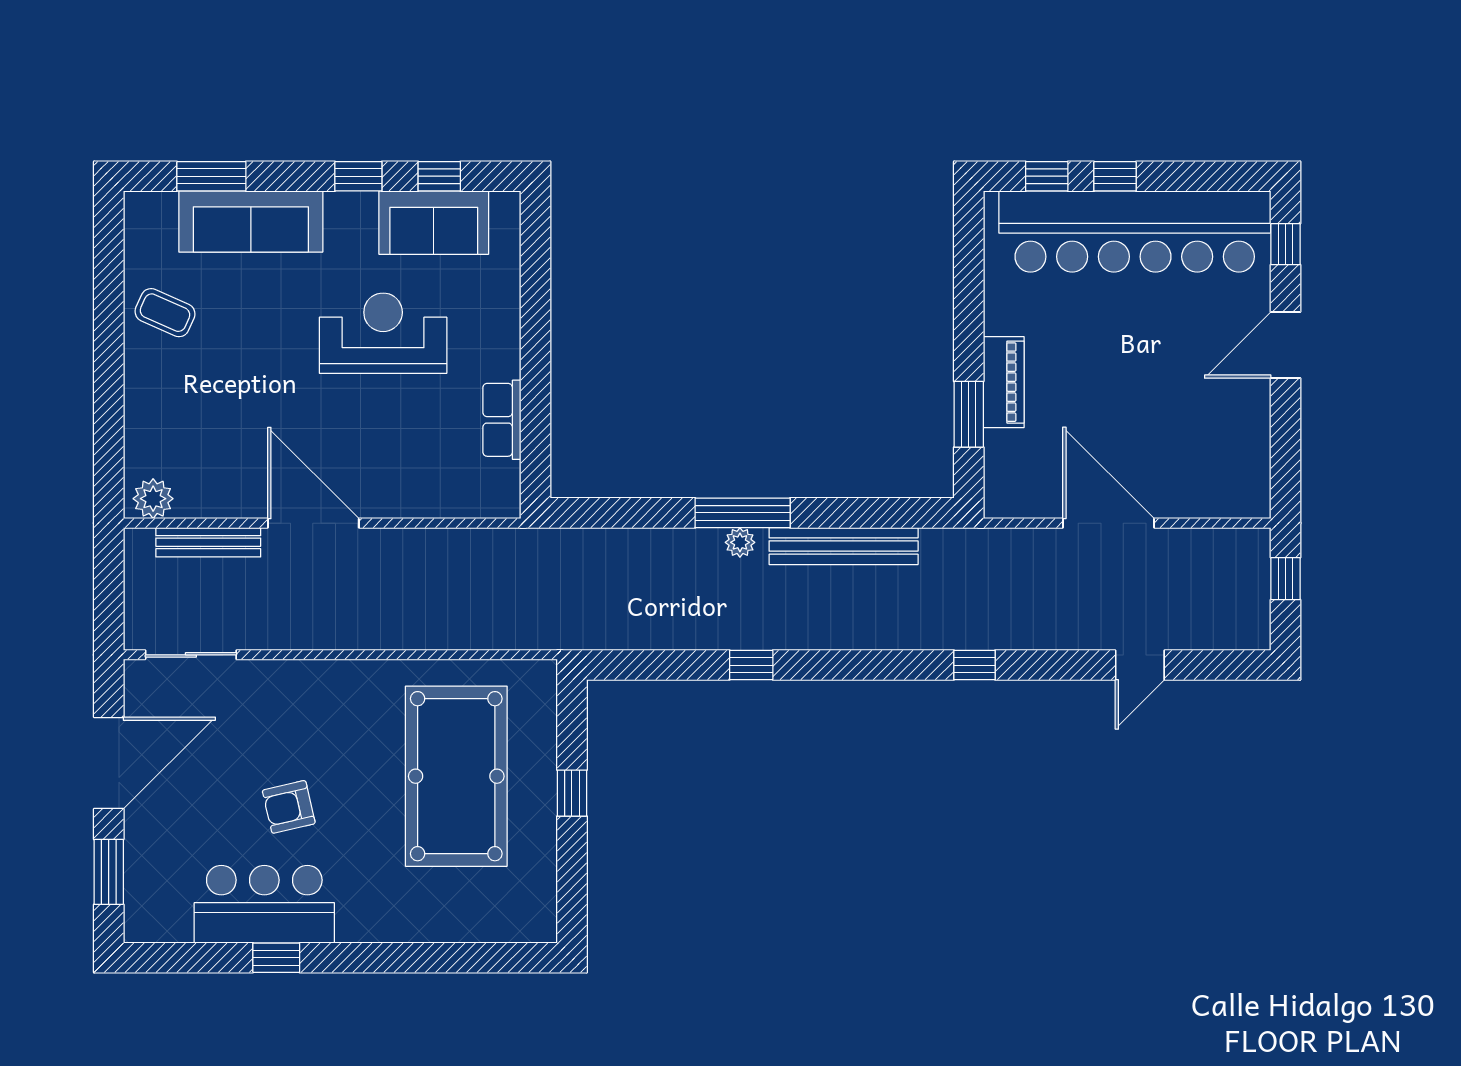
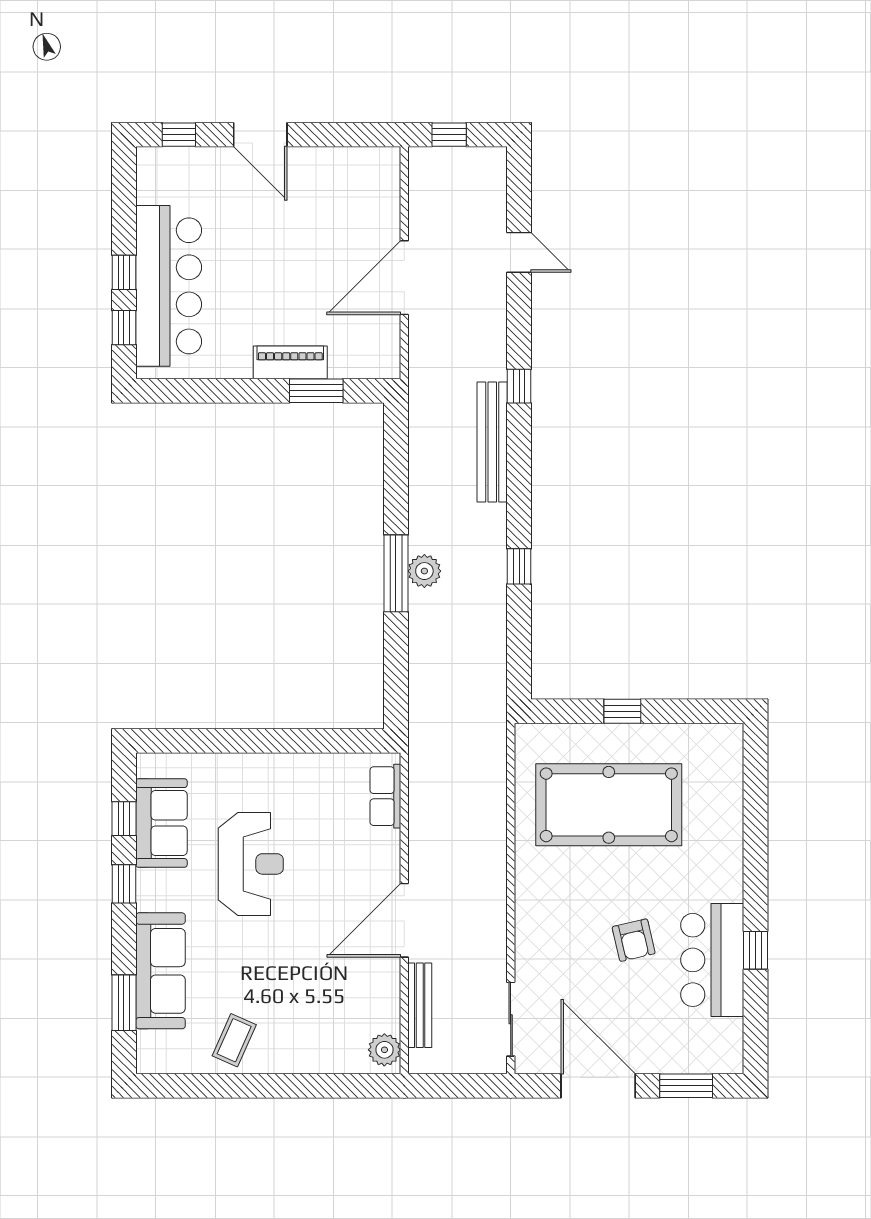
bar counter: (1135, 231) -> (169, 286), width x0.73
reception desk: (383, 333) -> (251, 864), turned 180
row of seats: (502, 420) -> (385, 796), moved, turned 90
plant: (740, 542) -> (424, 571), width x1.38, depth x1.38
bench: (844, 546) -> (492, 442), moved

